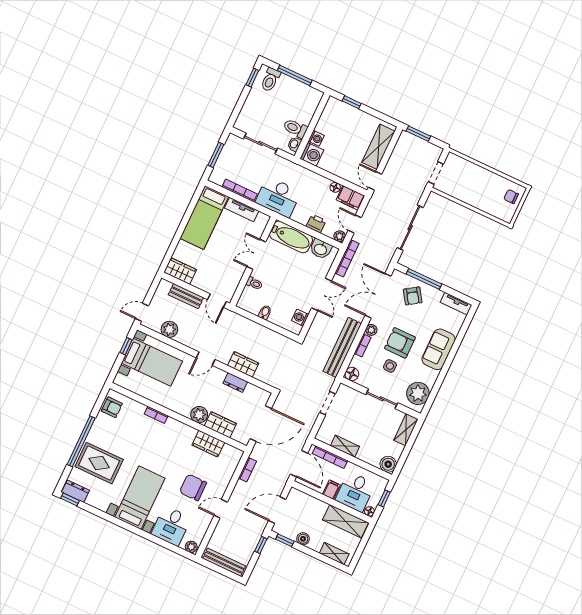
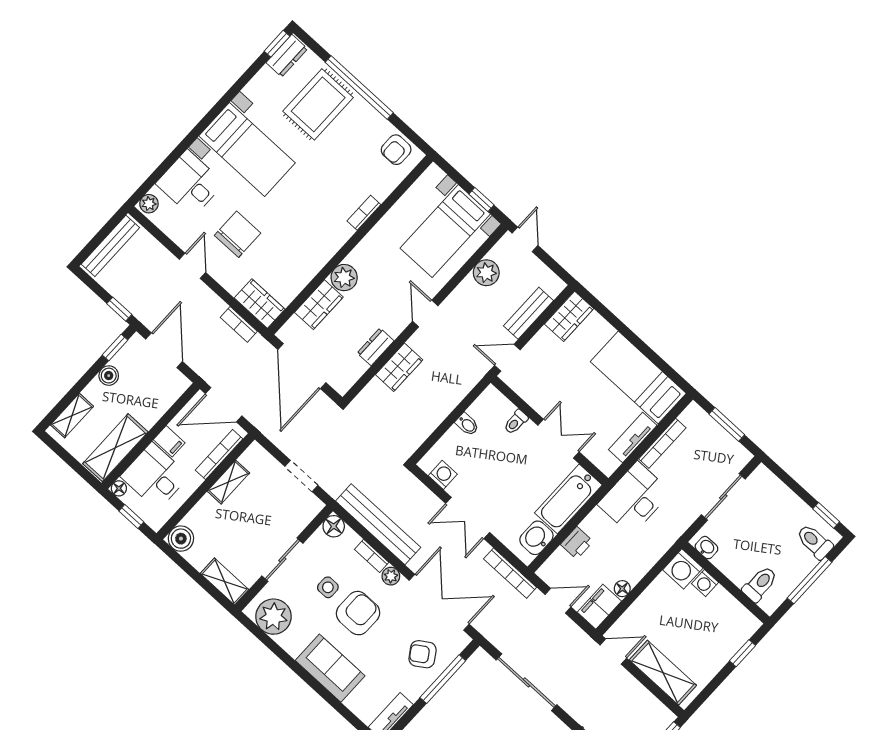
toilet: (295, 128) -> (760, 584), moved
plant: (340, 236) -> (547, 572), removed
wardrobe: (208, 444) -> (260, 304), moved, turned 90

